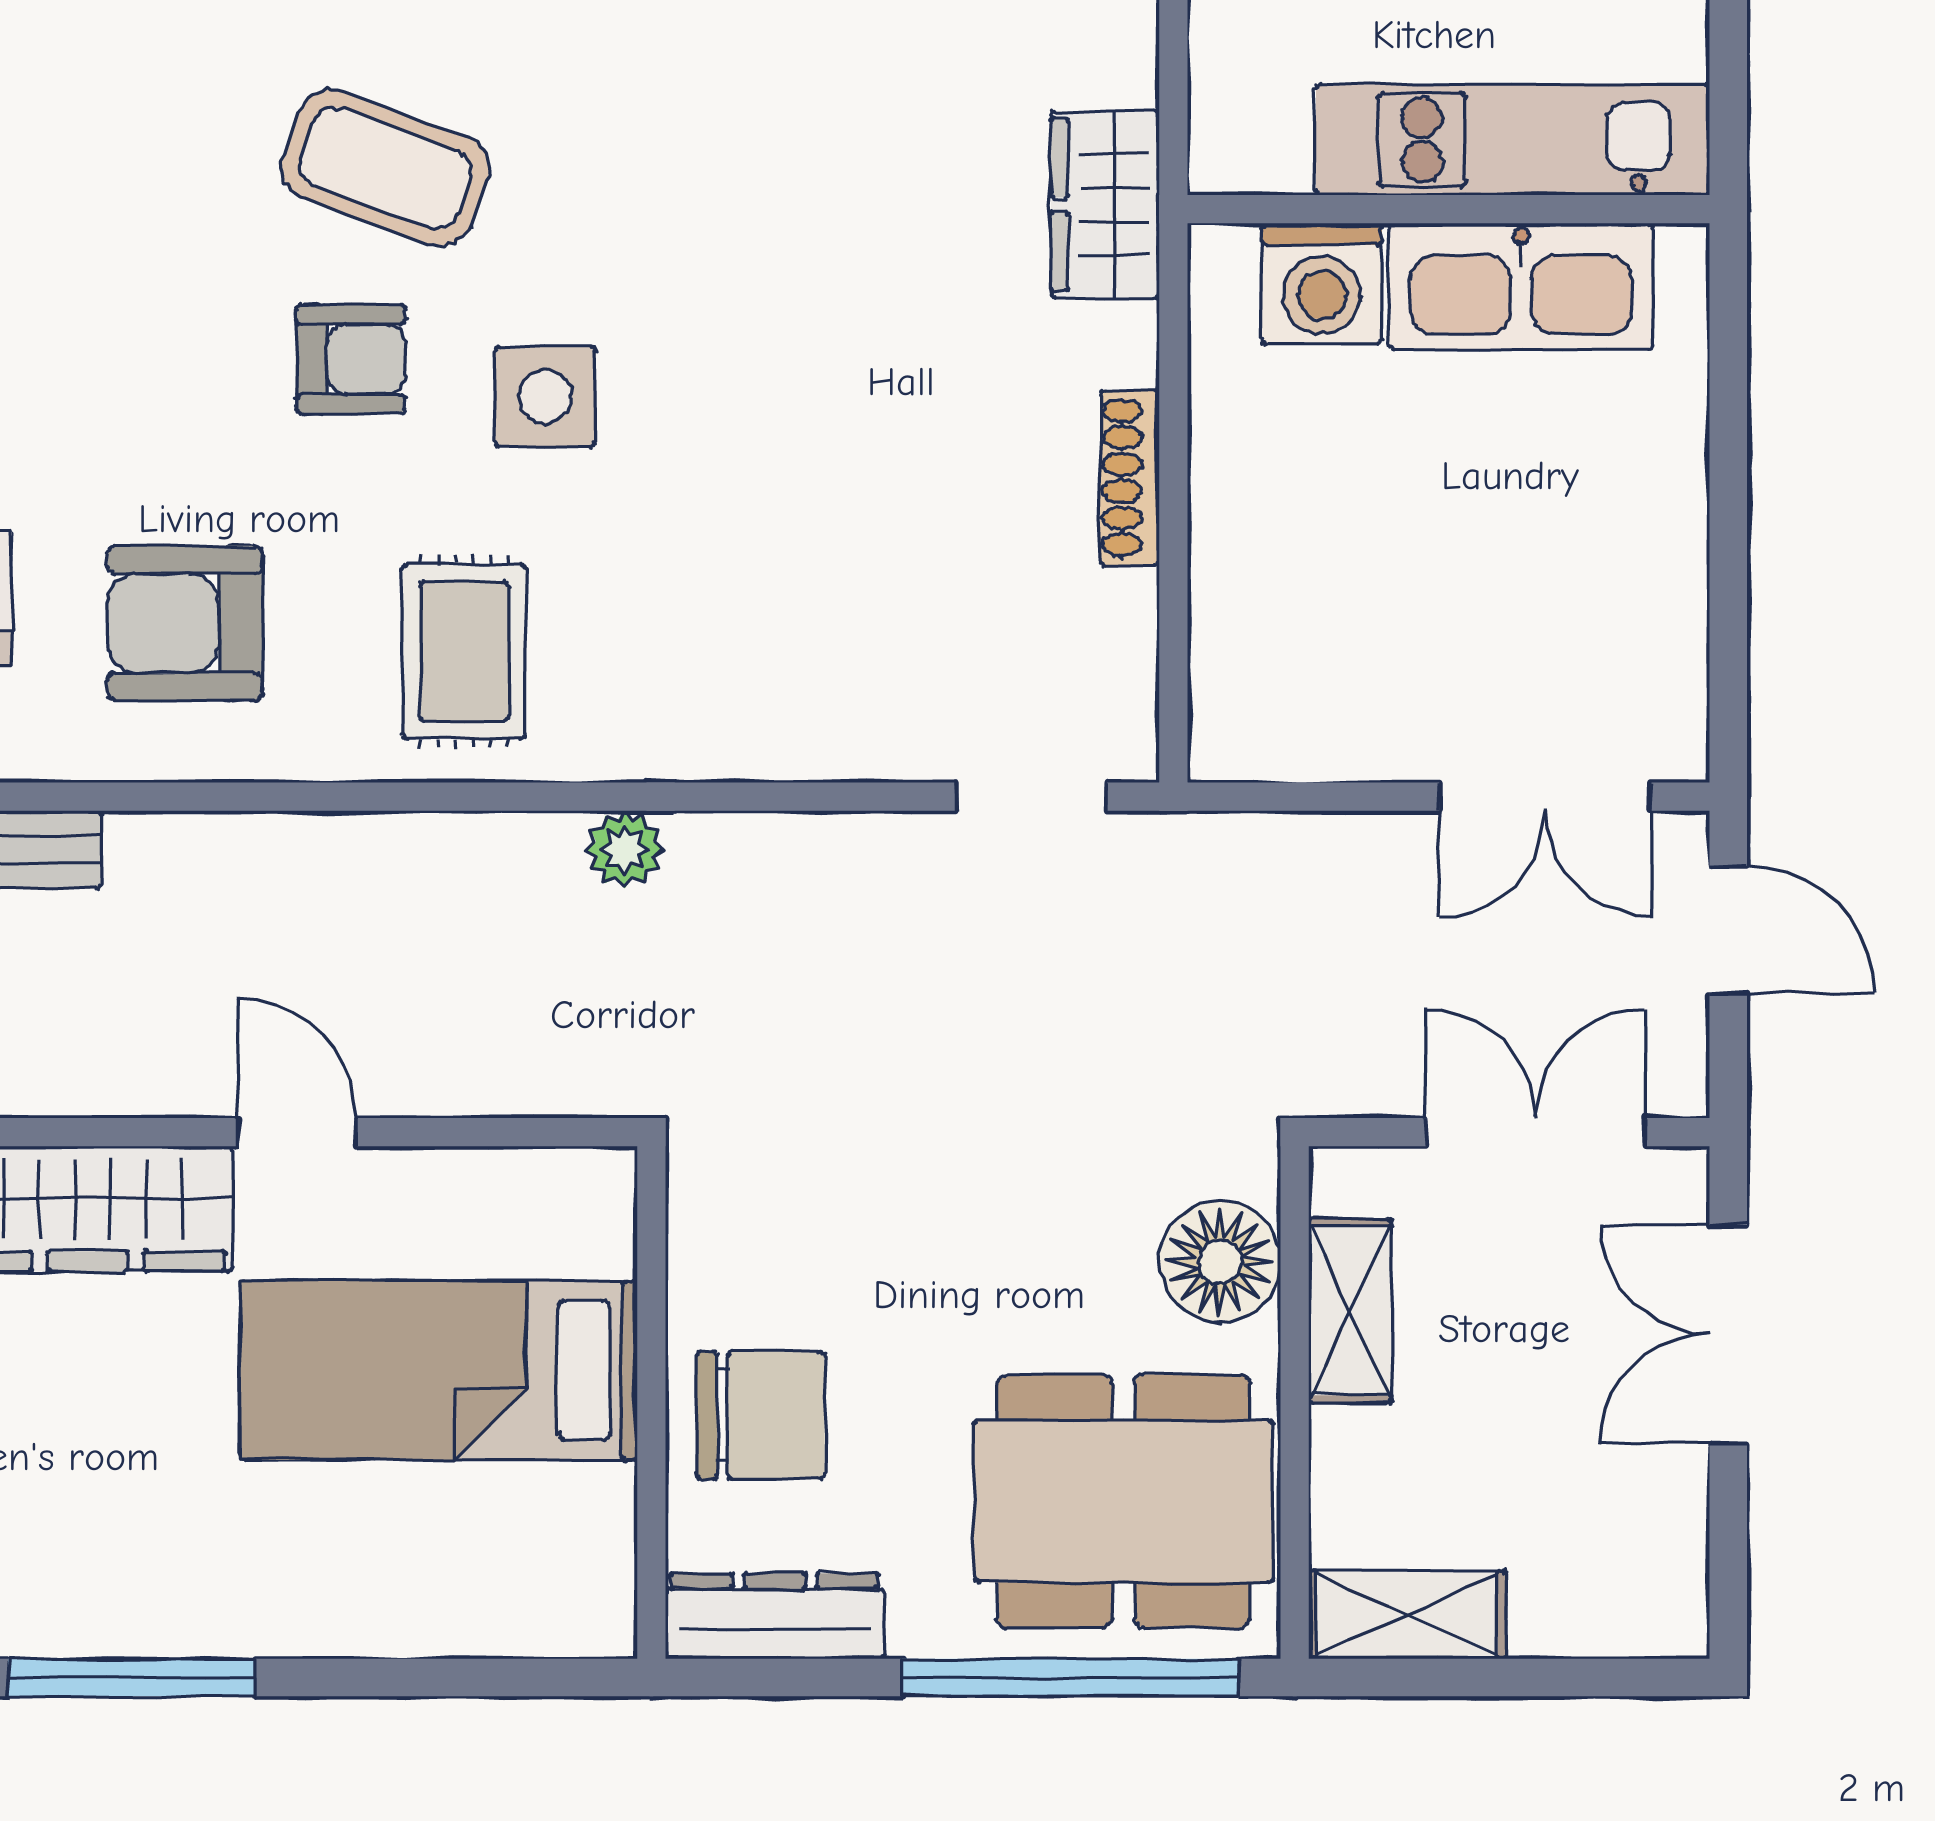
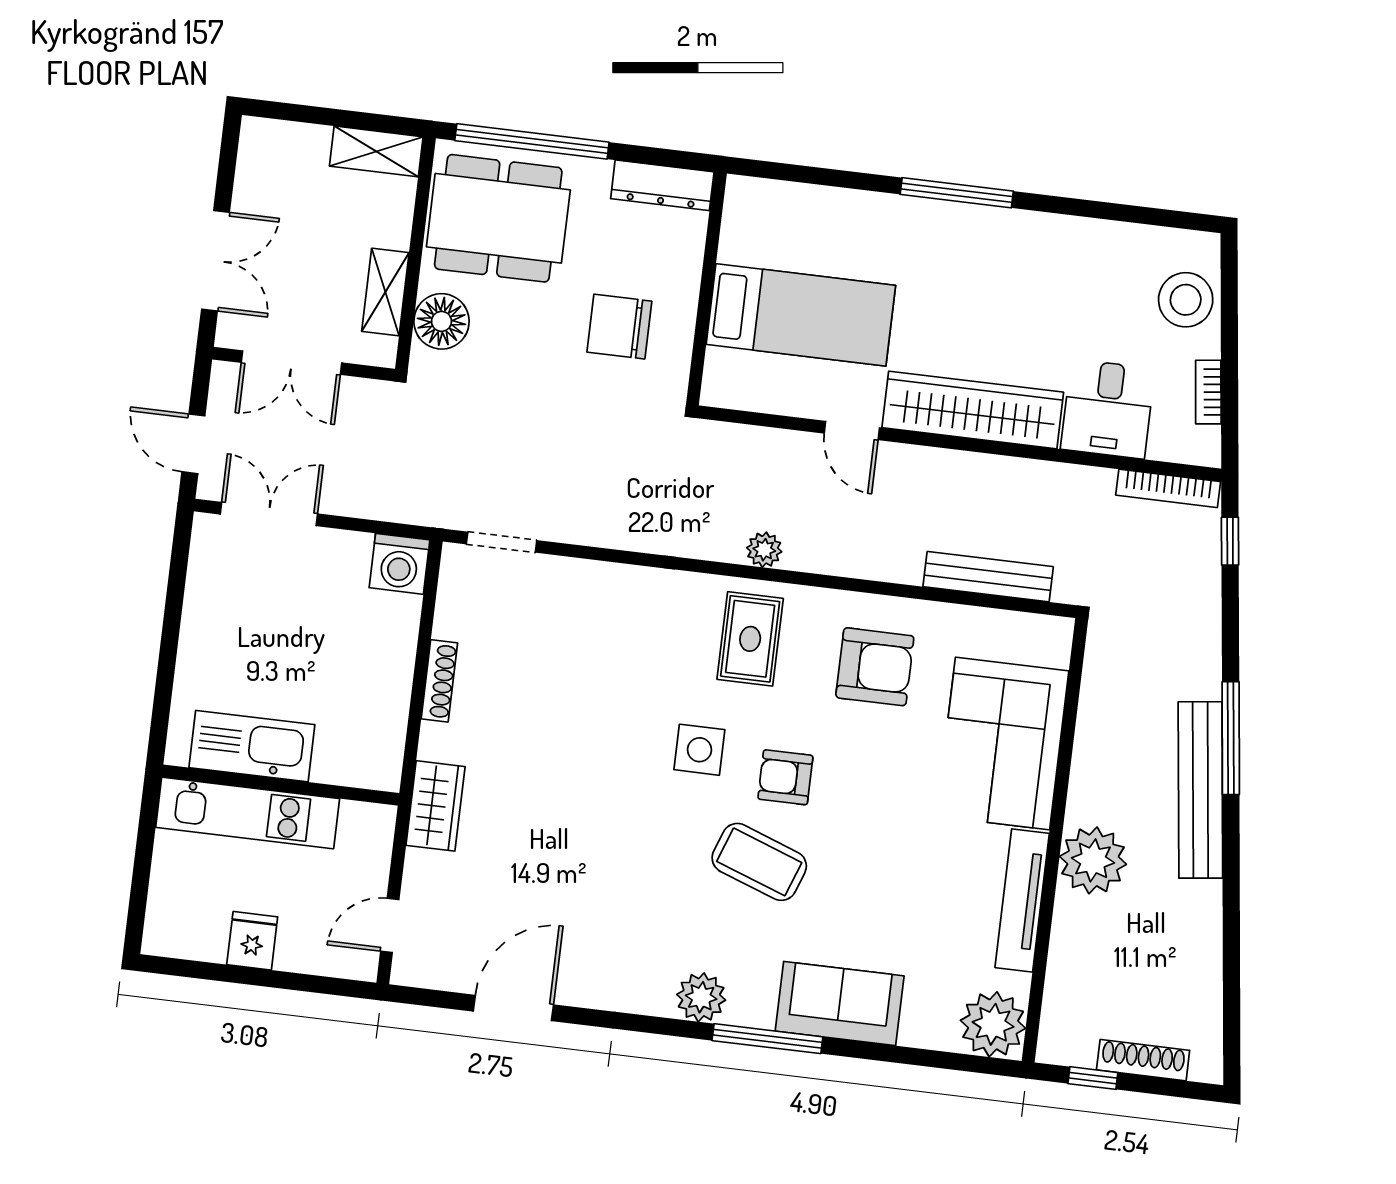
washing machine: (1322, 283) -> (400, 564), moved, turned 180
plant: (625, 849) -> (764, 550), moved
chair: (761, 1415) -> (619, 327), moved

